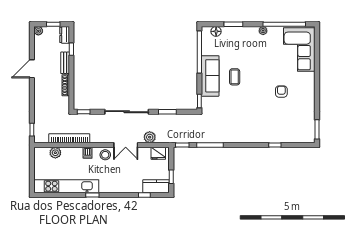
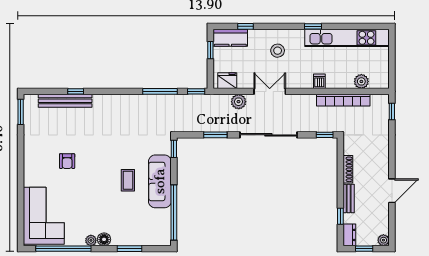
floor lamp: (216, 31) -> (104, 239), moved
bench: (283, 138) -> (65, 101), added
stool: (105, 155) -> (278, 51), moved

